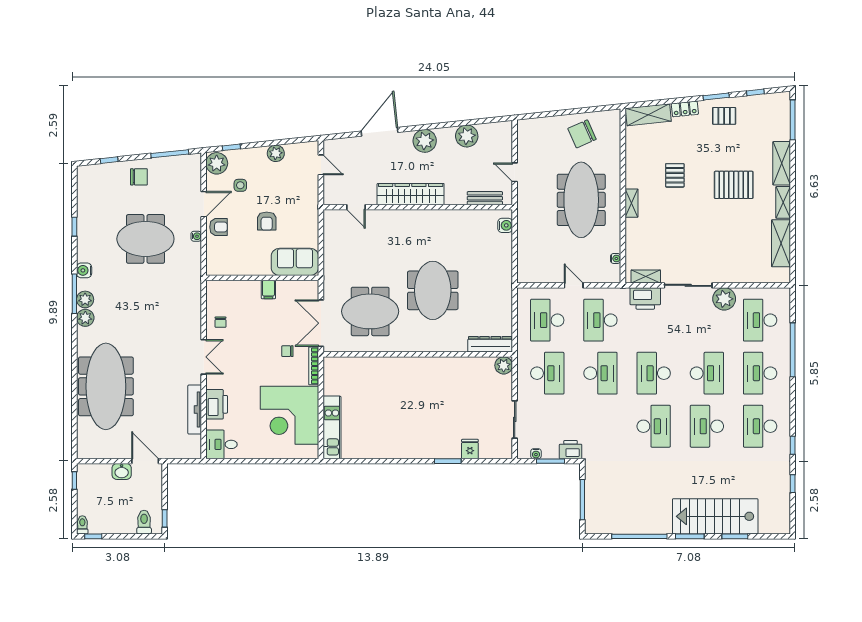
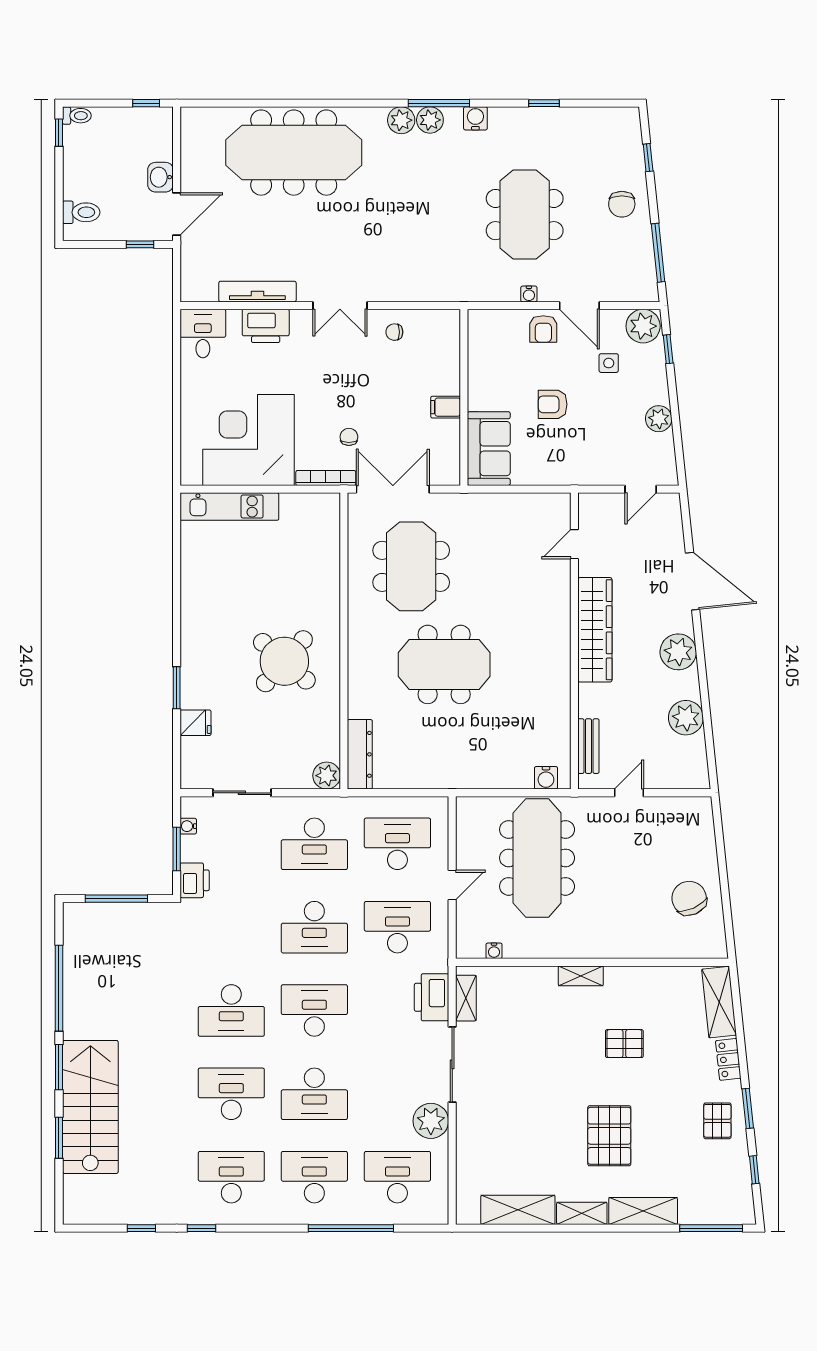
meeting table: (581, 200) -> (537, 858), moved, turned 90
round table: (431, 392) -> (284, 661), added
window: (165, 518) -> (140, 244), moved

